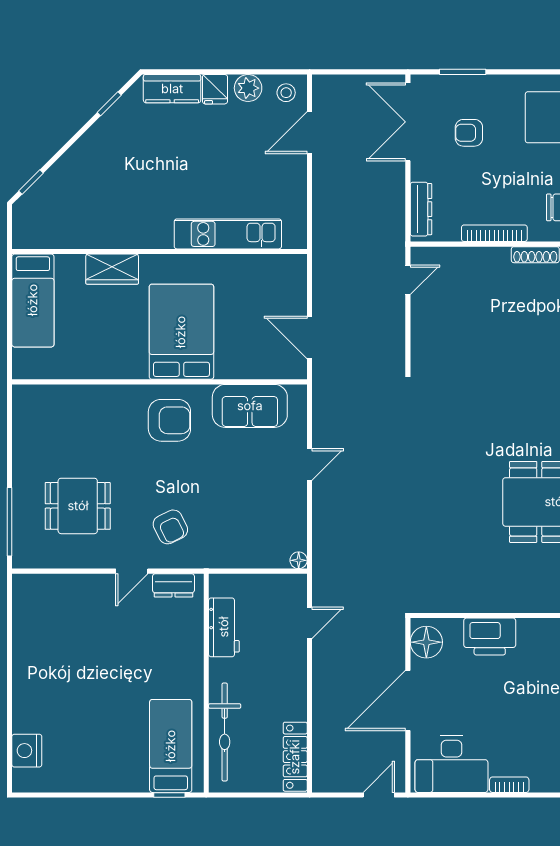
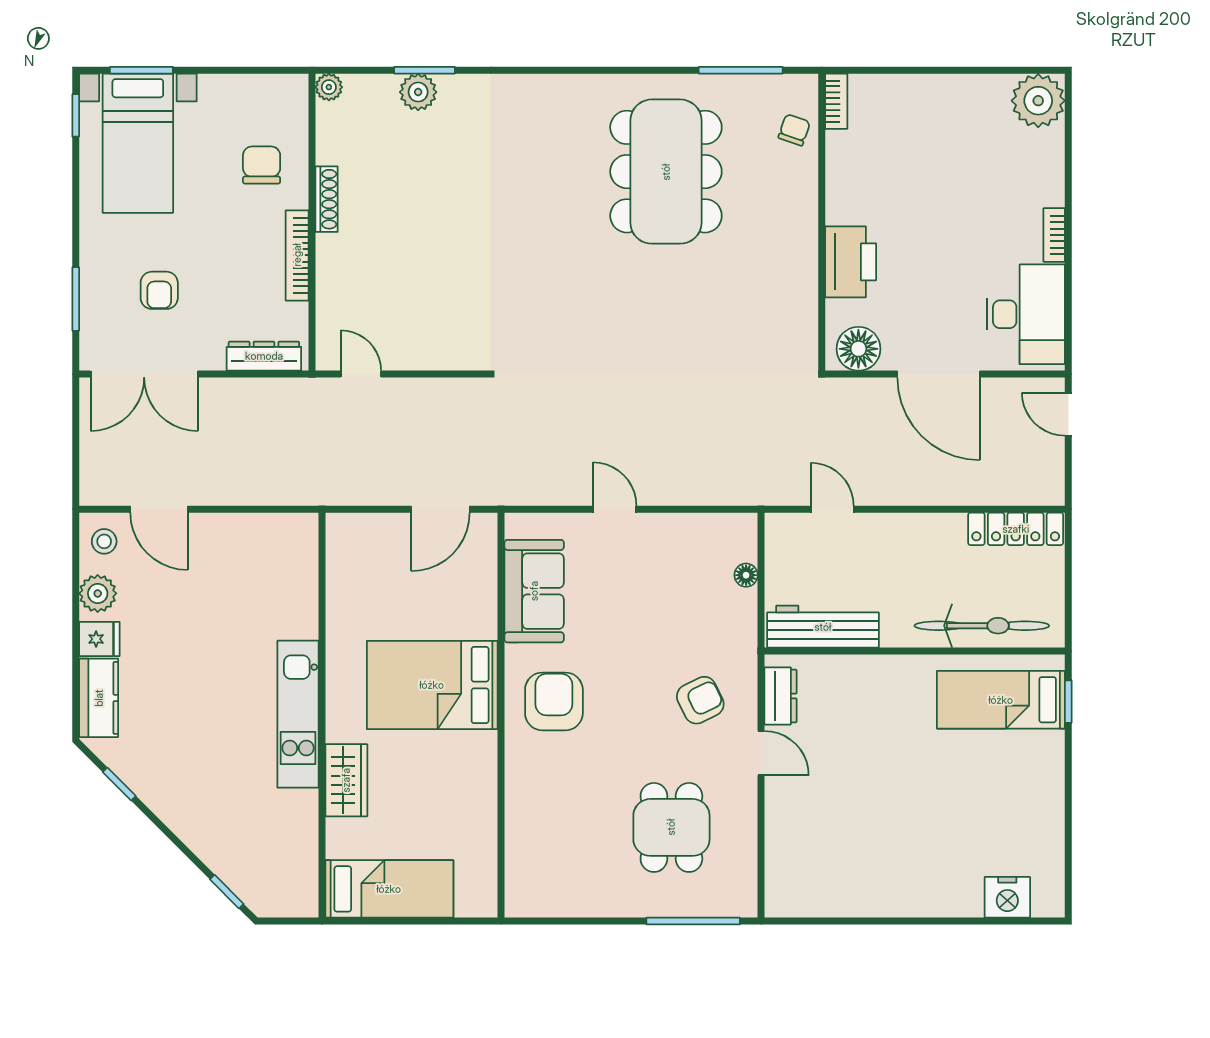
kitchen unit: (228, 234) -> (298, 714), moved
floor lamp: (299, 560) -> (746, 575), moved
workbench: (224, 627) -> (823, 627), width x1.38

